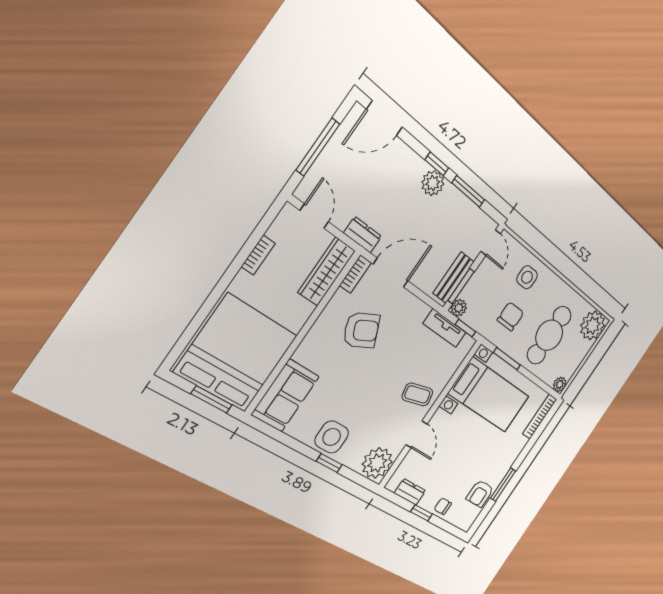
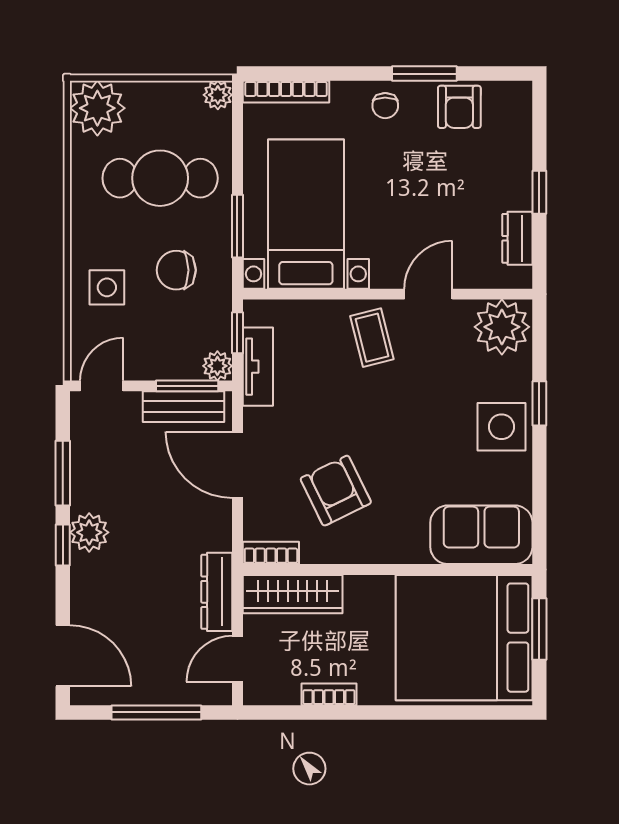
dresser: (363, 235) -> (217, 592), width x1.44
door: (391, 273) -> (237, 465), moved
armchair: (480, 494) -> (459, 107), turned 90
chair: (443, 506) -> (385, 106), moved

